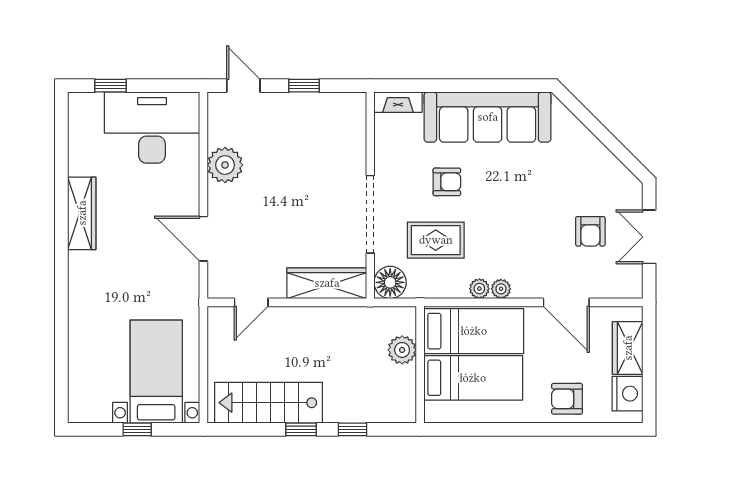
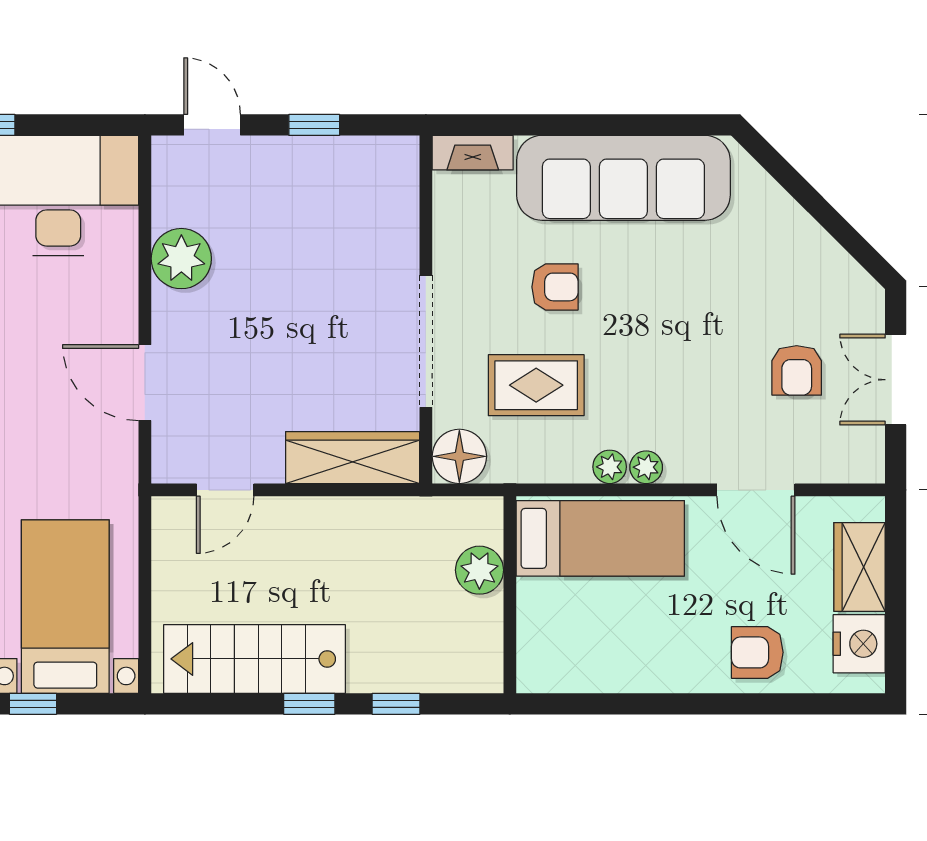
bed: (473, 378) -> (599, 617), removed

